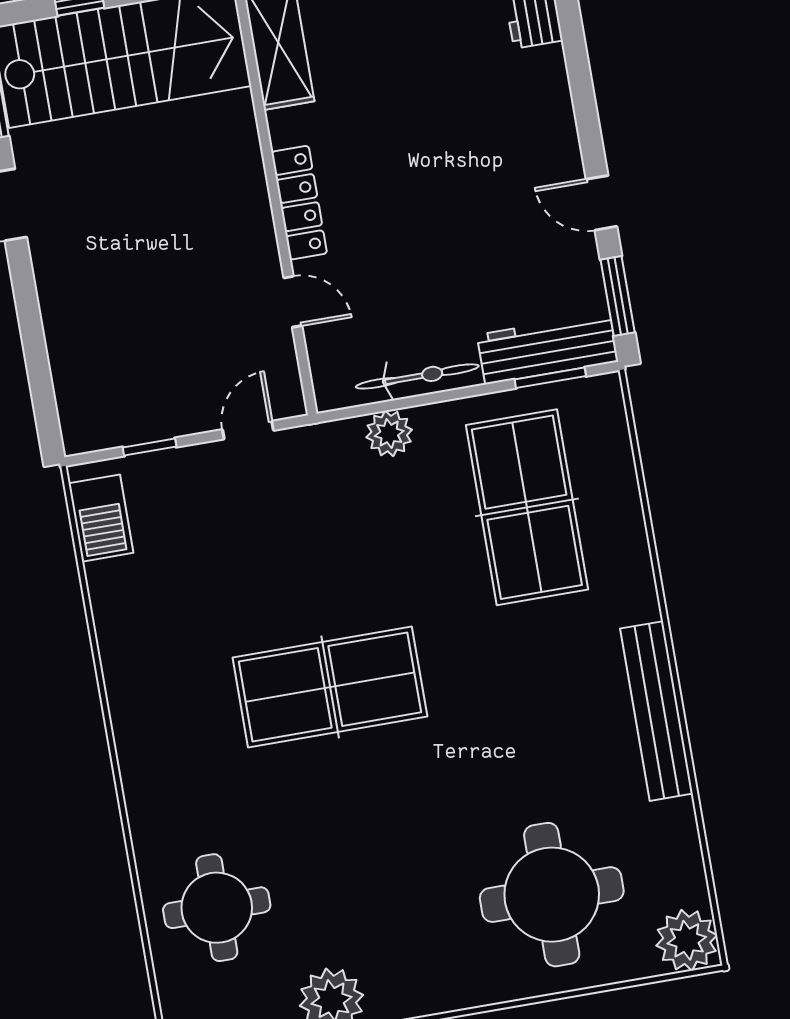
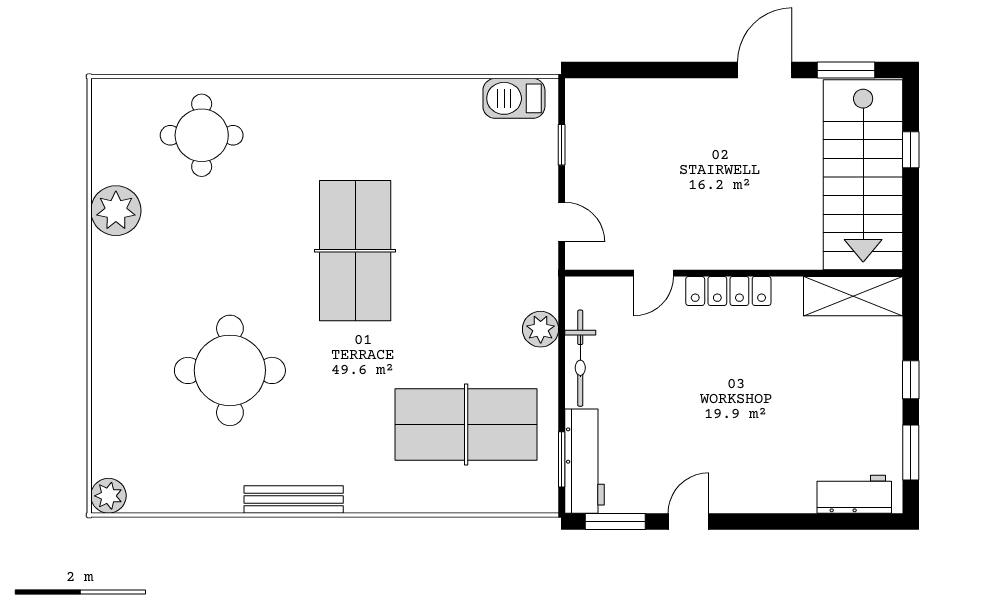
bench: (657, 711) -> (294, 499), width x0.73, depth x0.82
round table: (552, 895) -> (230, 370), moved
plant: (687, 940) -> (108, 496), width x0.73, depth x0.73

